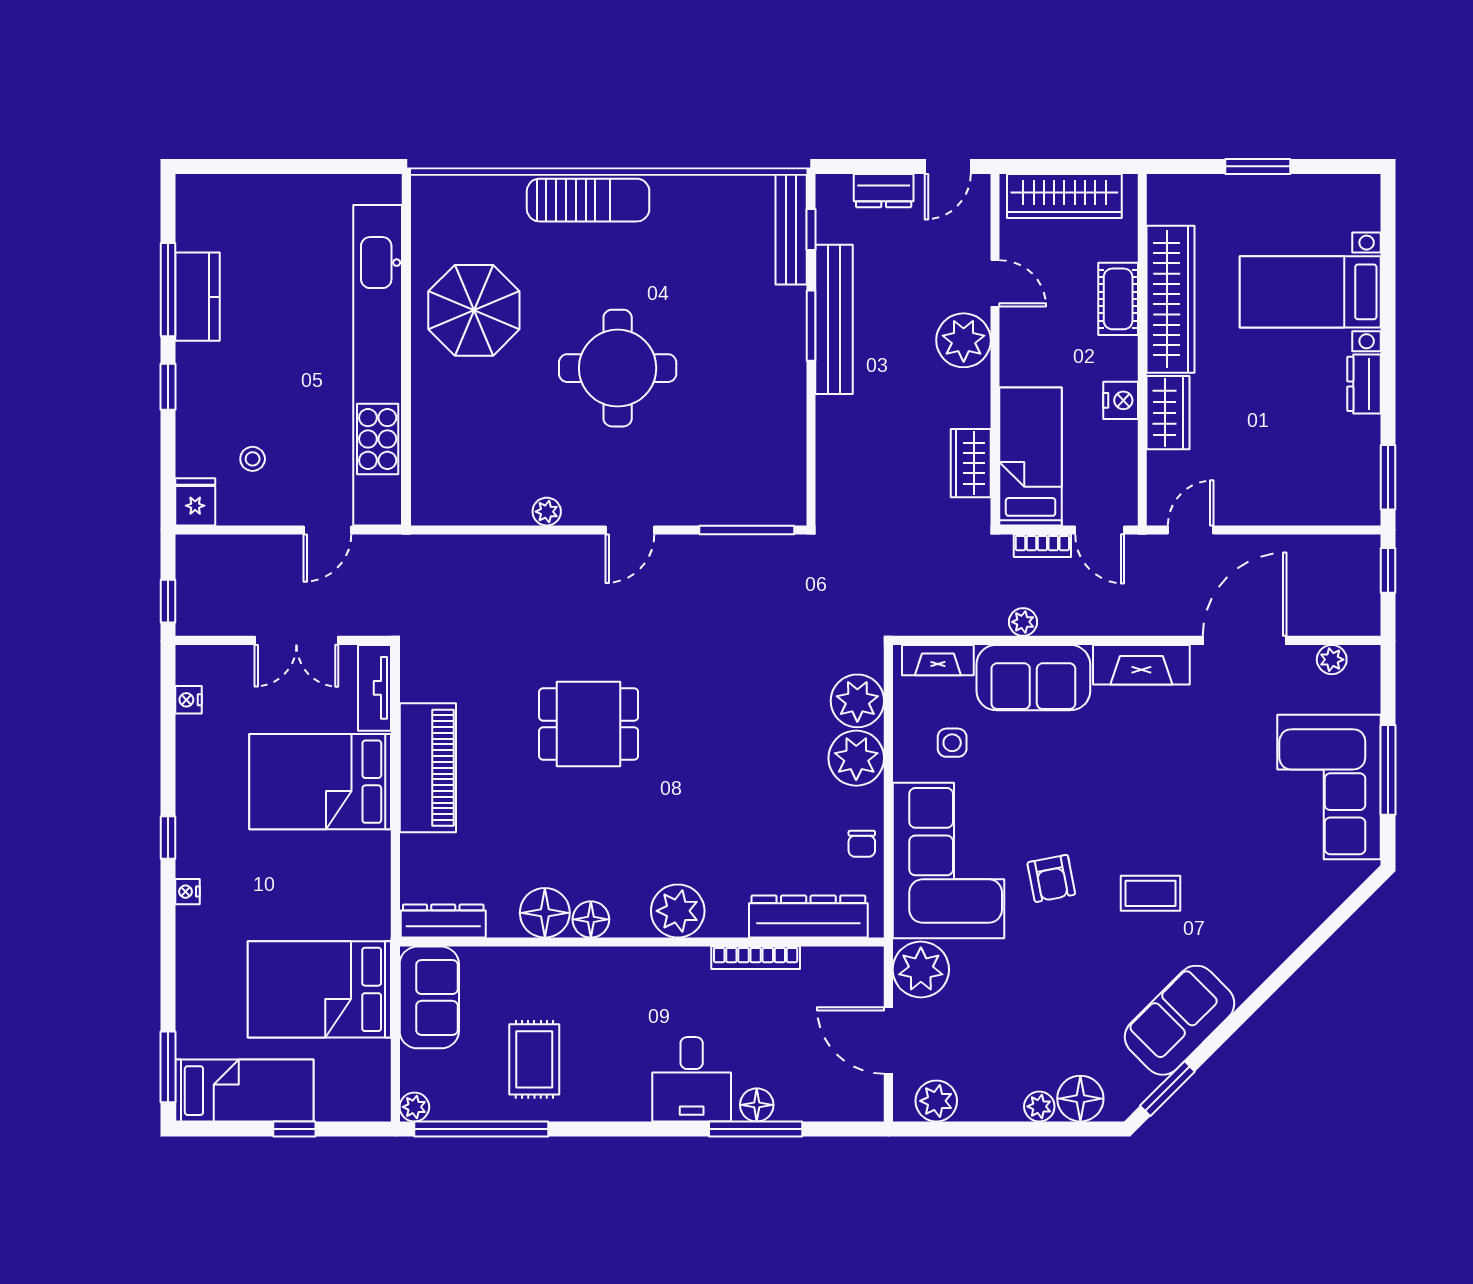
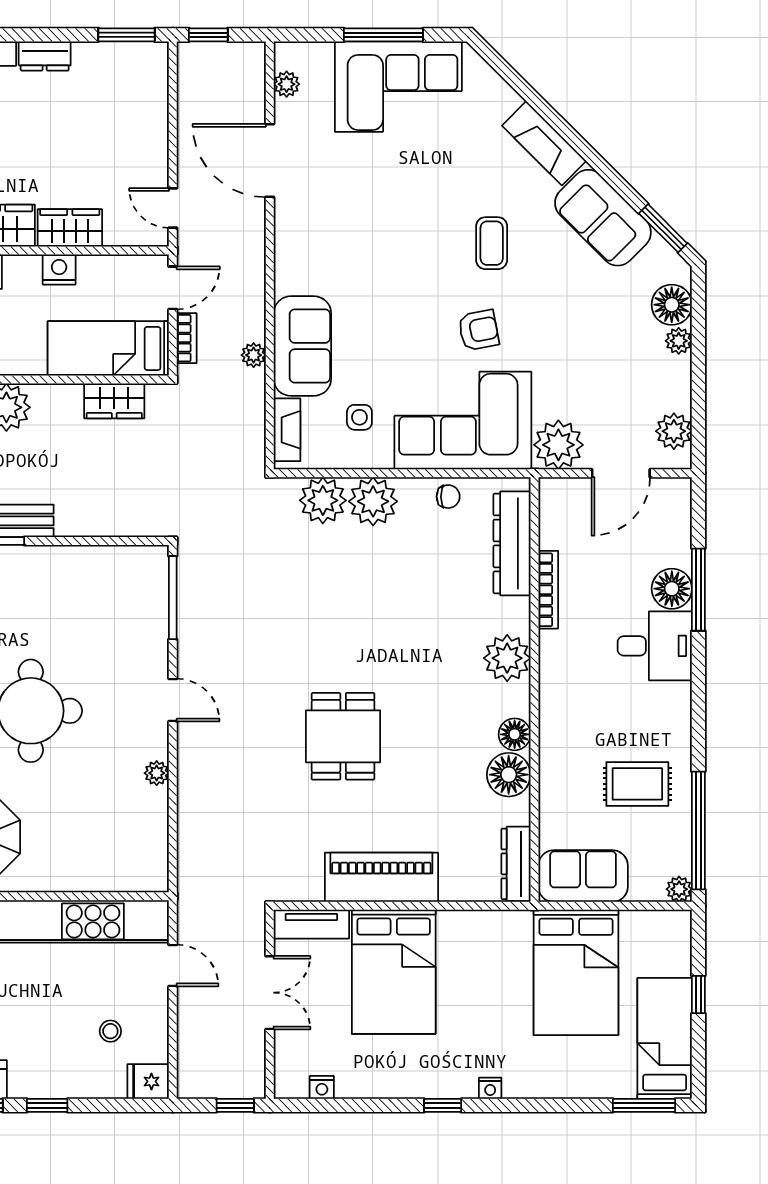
fireplace: (1141, 665) -> (544, 143), moved, turned 135
floor lamp: (757, 1105) -> (672, 589), width x1.38, depth x1.38

